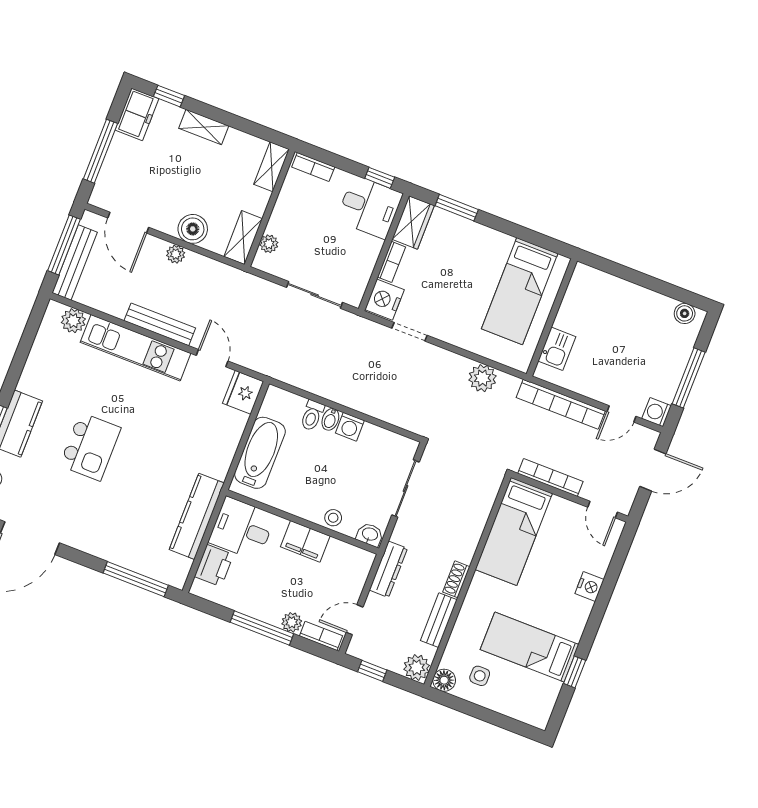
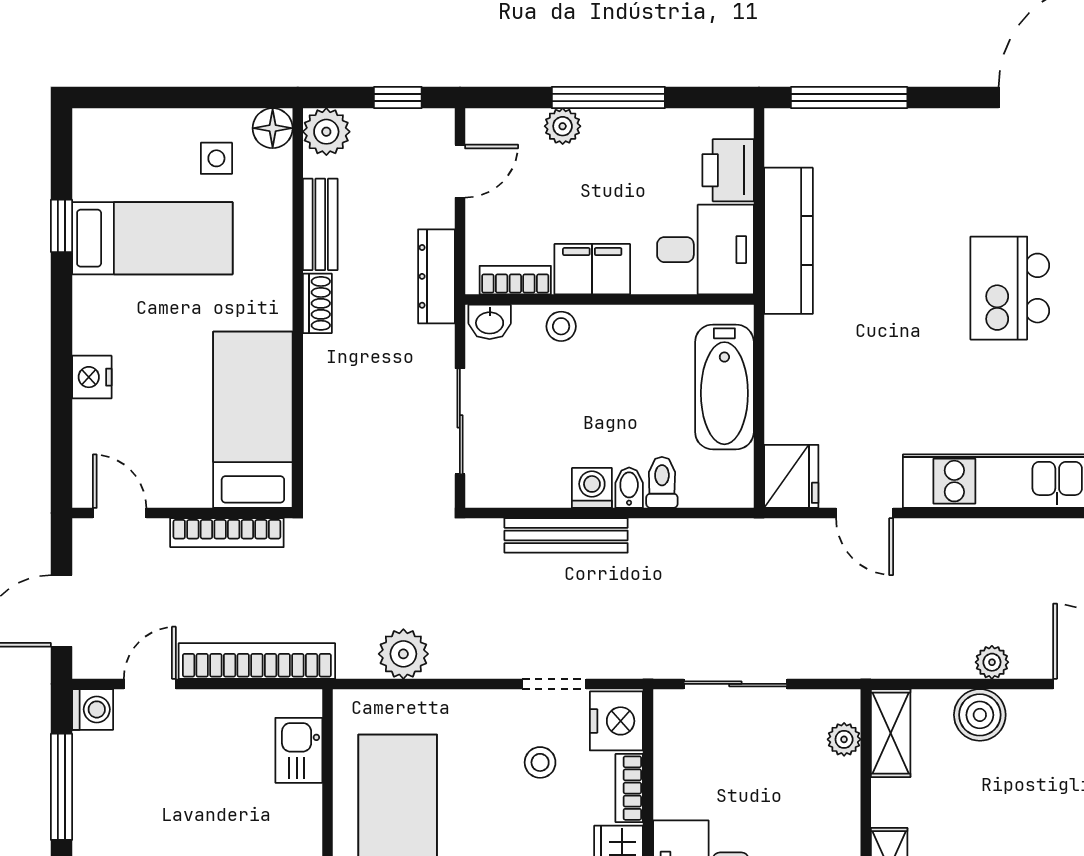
stool: (433, 293) -> (540, 762), added
bench: (160, 324) -> (566, 535), moved
bookcase: (321, 636) -> (515, 280), moved, turned 180

